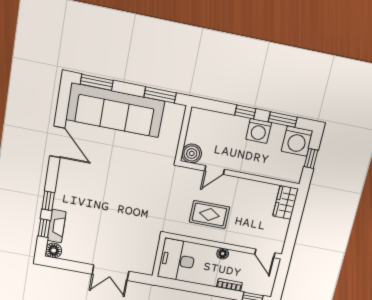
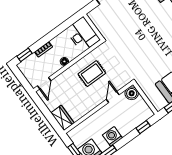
window: (245, 112) -> (143, 127), moved
door: (265, 253) -> (44, 83), swing flipped

